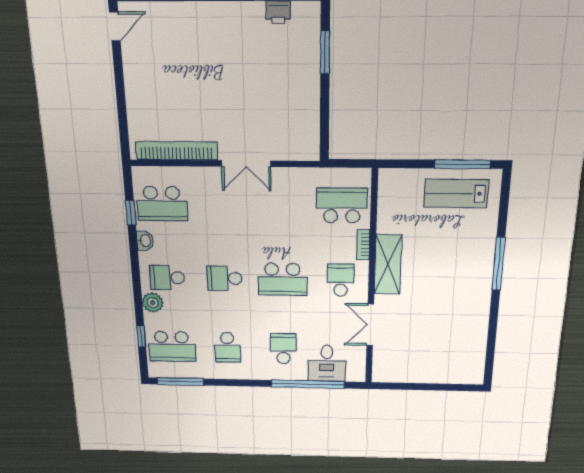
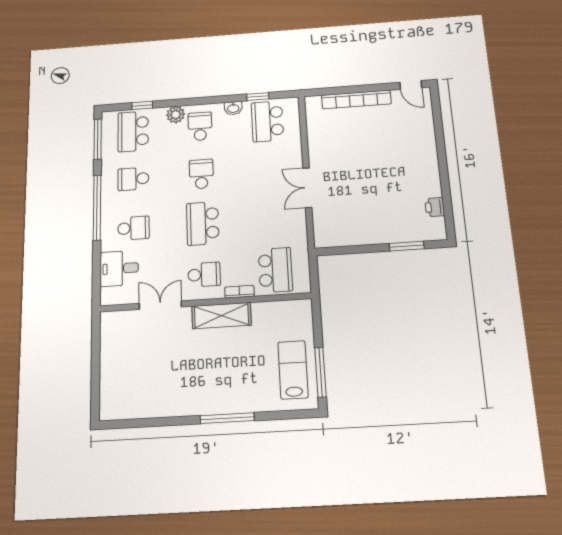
bookcase: (176, 151) -> (356, 99), moved, turned 90
window: (308, 384) -> (97, 208), moved

